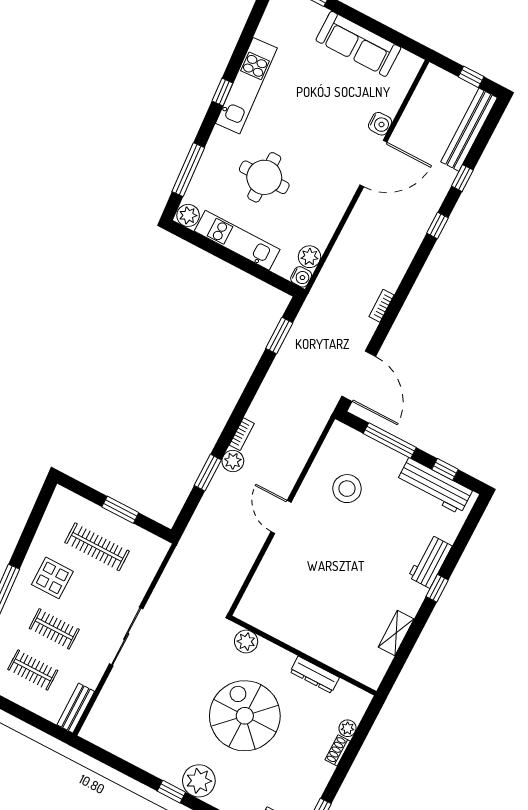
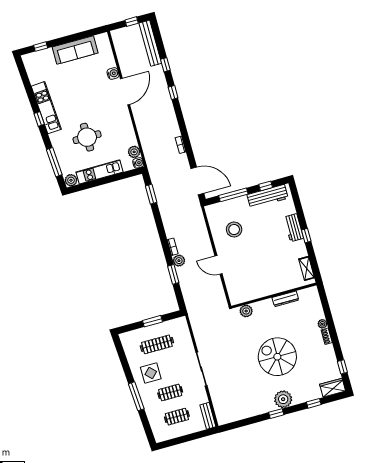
plant: (246, 642) -> (246, 311), moved
wall: (303, 656) -> (274, 296), moved
dresser: (315, 675) -> (285, 299), moved

